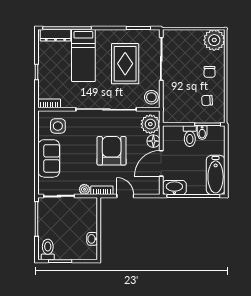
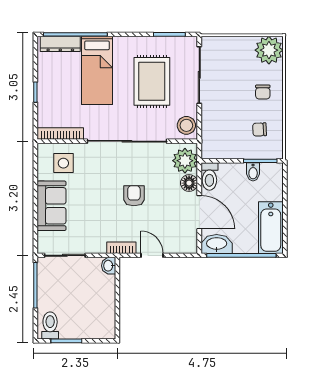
bookcase: (49, 103) -> (60, 134), width x1.56
toilet: (190, 136) -> (209, 176), moved
armchair: (112, 151) -> (134, 196), width x0.53, depth x0.53
door: (161, 163) -> (199, 212), swing flipped
plant: (84, 189) -> (98, 247), removed
washbasin: (92, 239) -> (109, 266), moved

